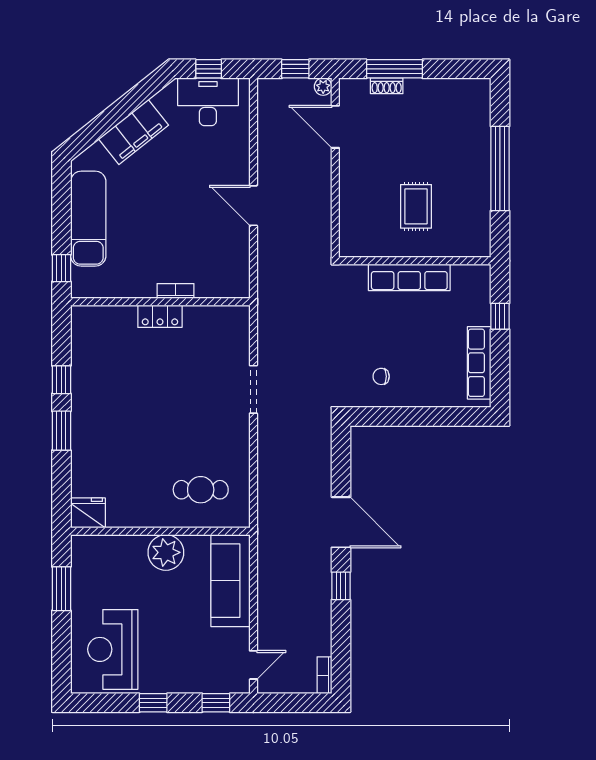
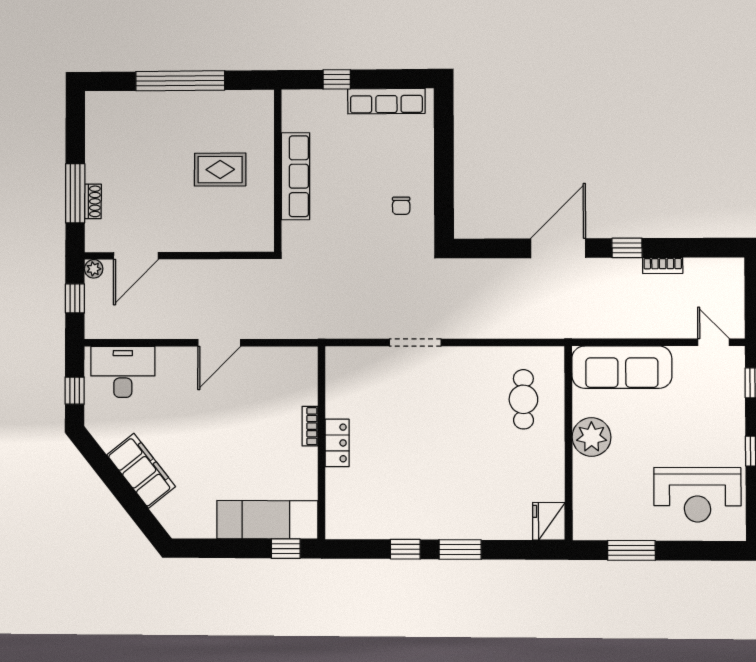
desk: (208, 102) -> (123, 372), moved, turned 90
exam couch: (88, 219) -> (267, 520), moved
bookcase: (324, 675) -> (663, 266), moved

